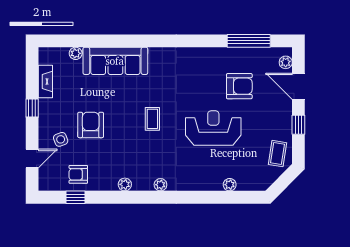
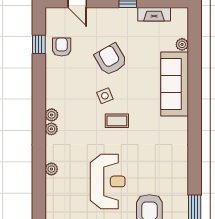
armchair: (91, 125) -> (111, 59), turned -120
side table: (61, 139) -> (105, 96), moved
plant: (125, 184) -> (52, 115), moved
plant: (230, 185) -> (51, 169), moved

